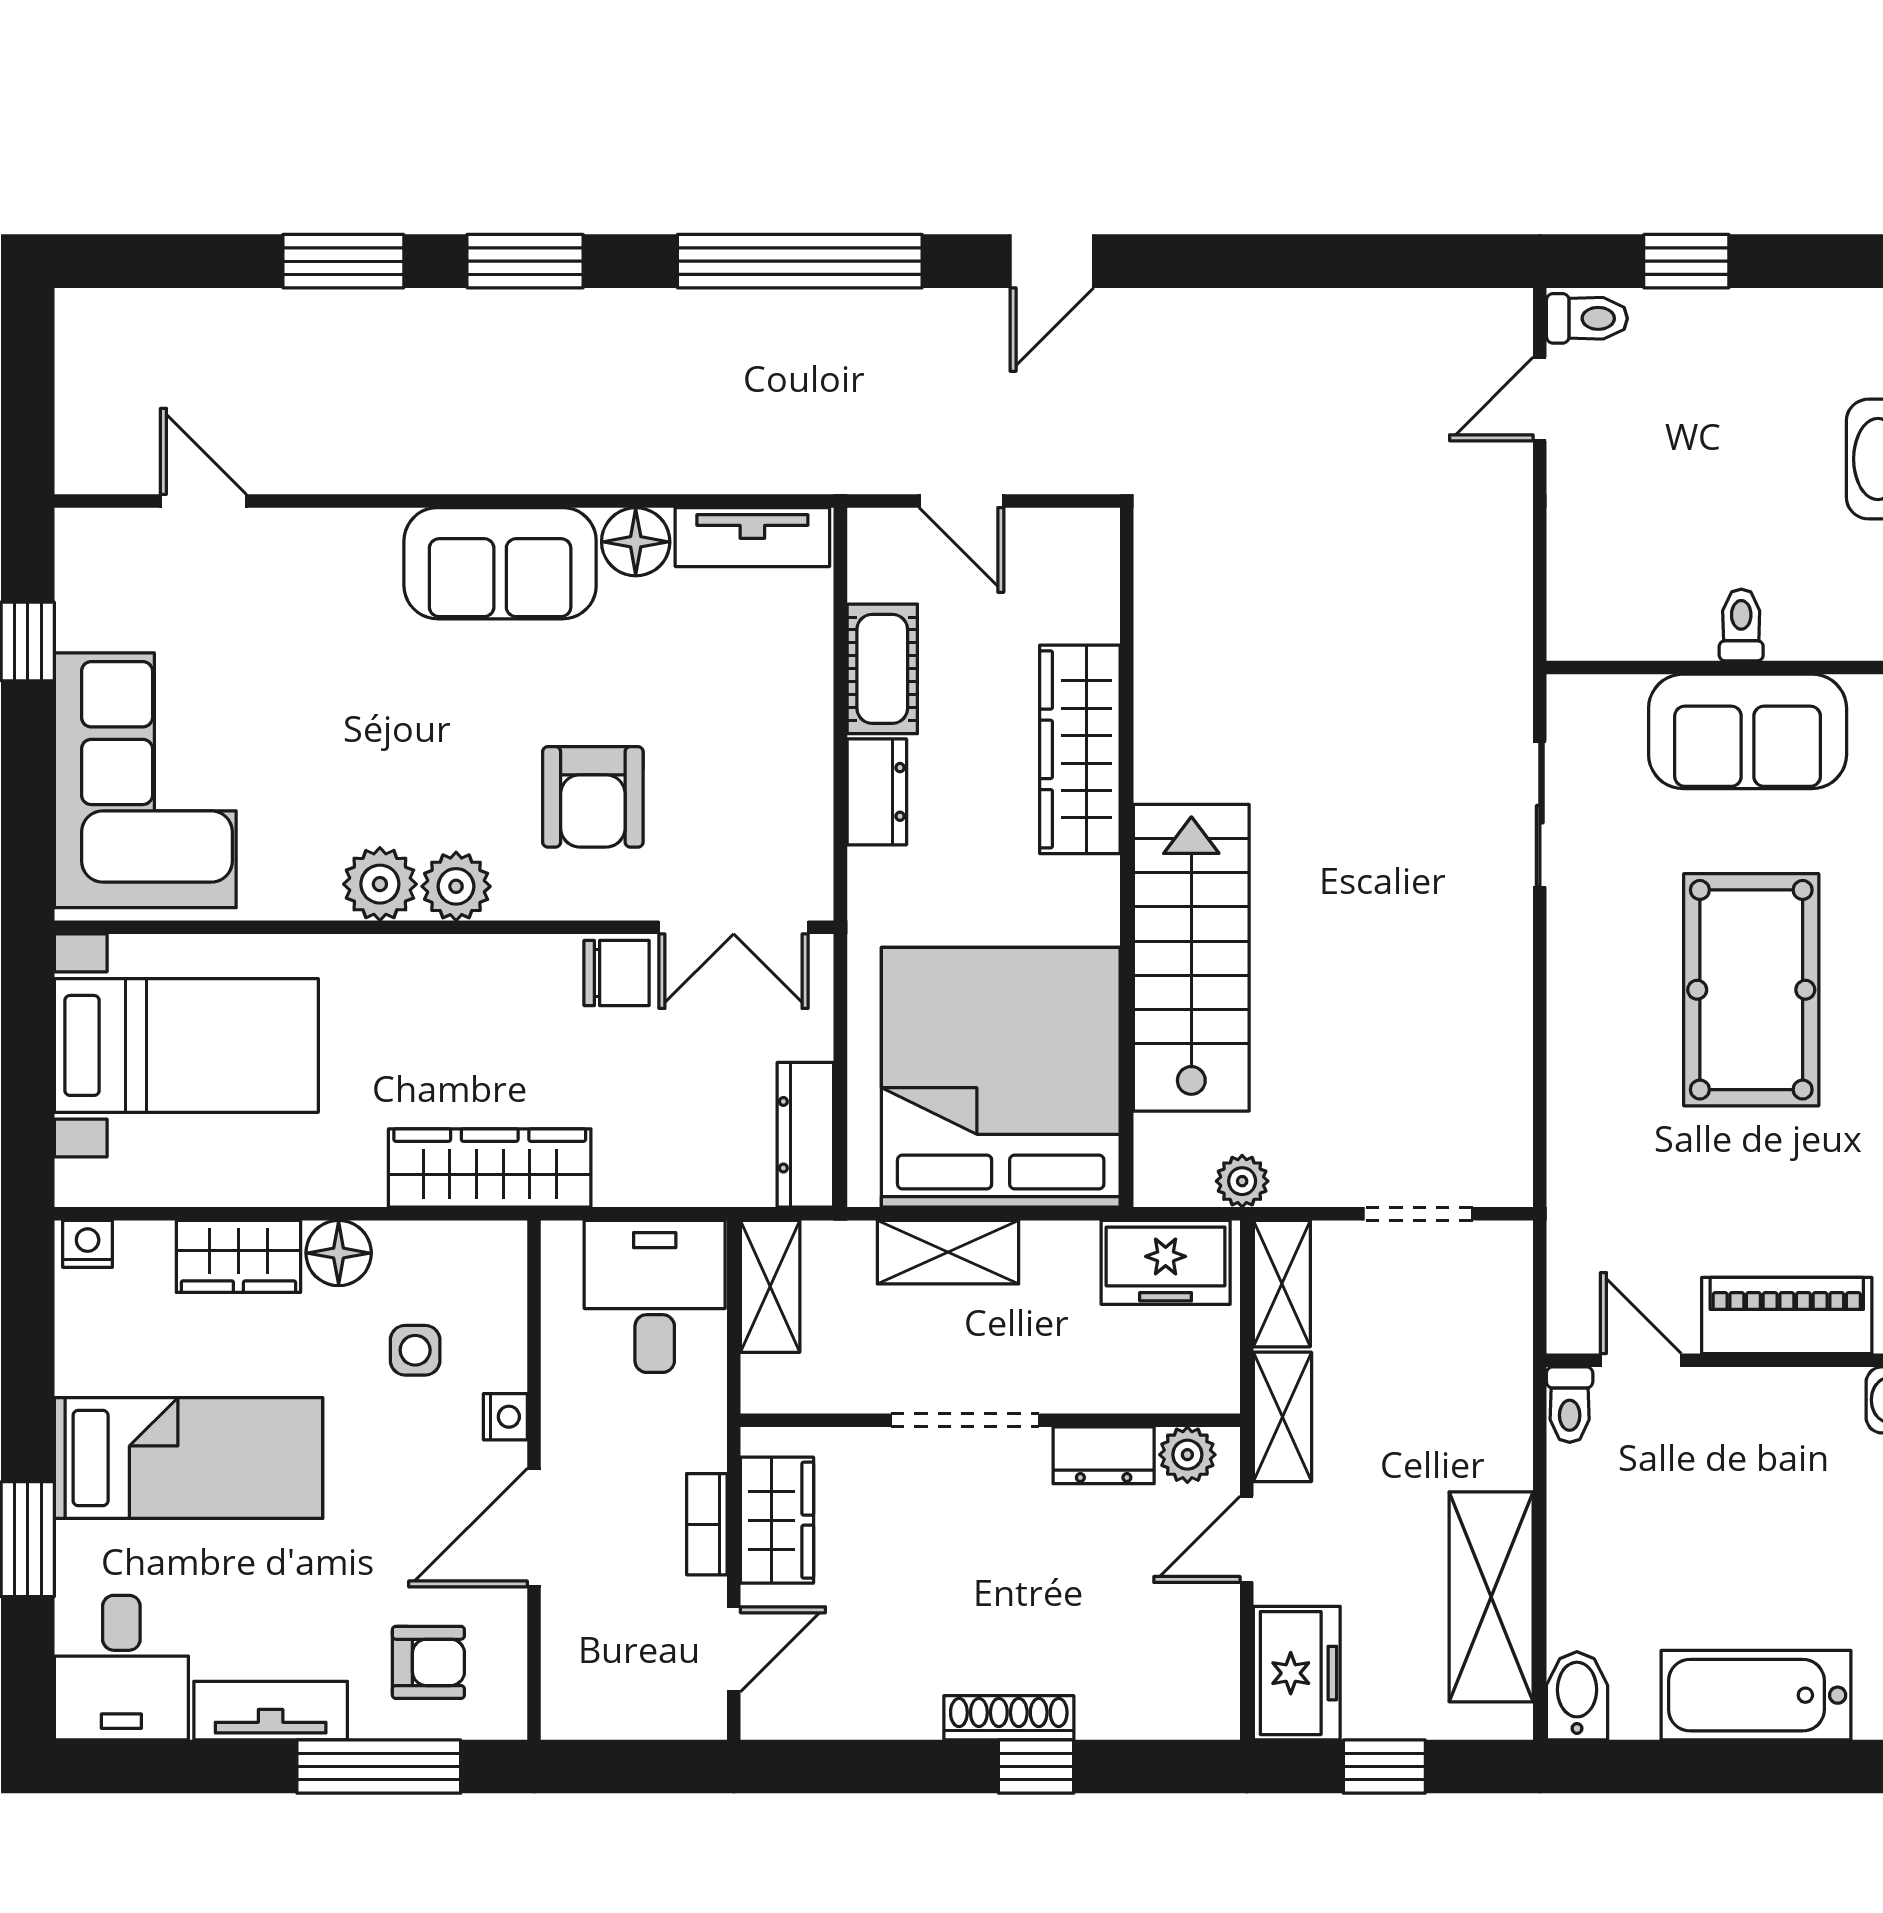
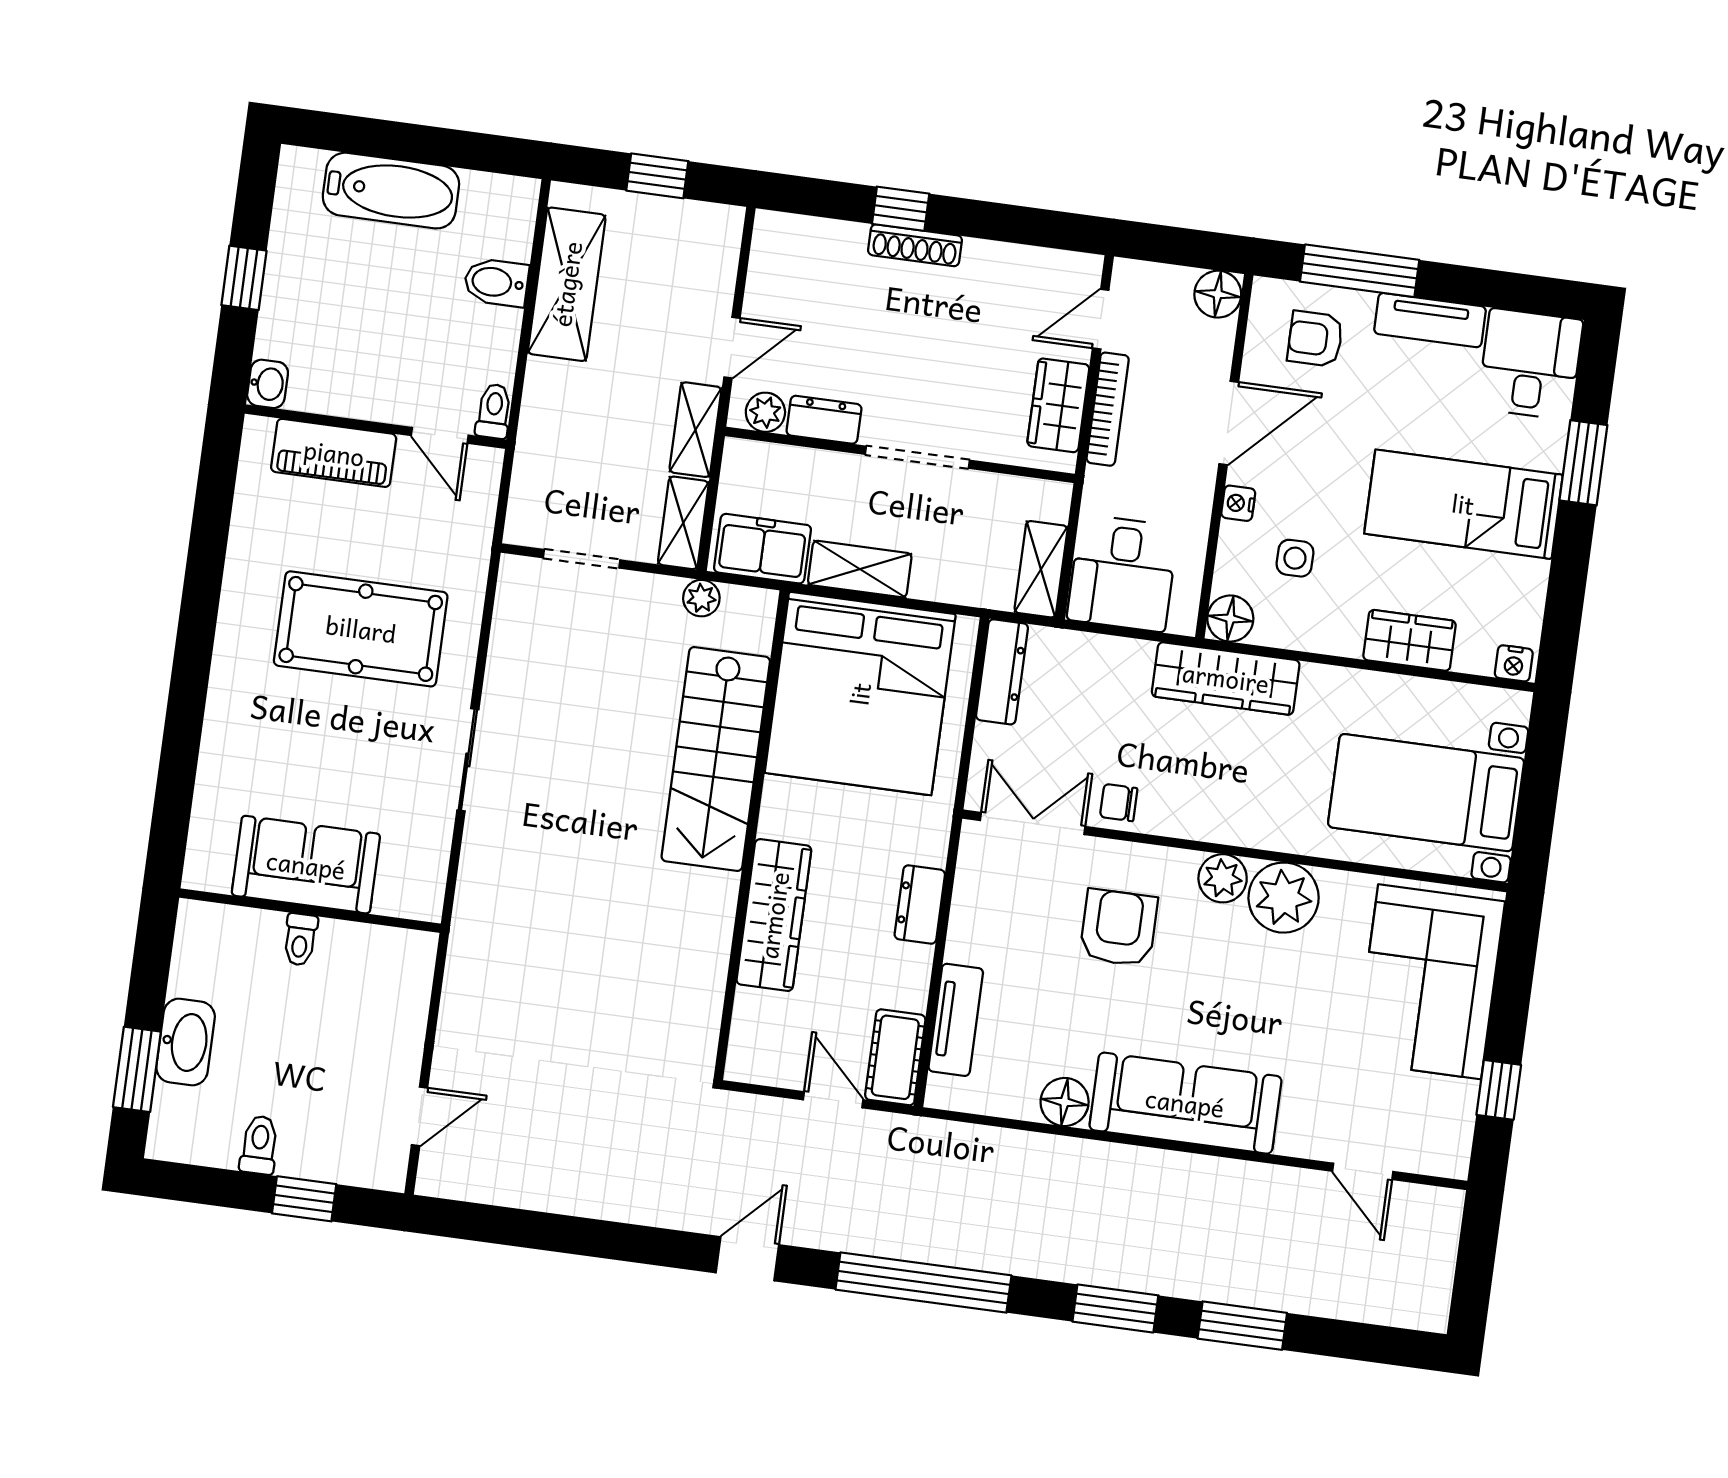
toilet: (1587, 318) -> (259, 1145), moved, turned 90
tv unit: (752, 537) -> (956, 1020), moved, turned 90
sofa: (500, 563) -> (1185, 1103), width x1.36
cot: (882, 669) -> (895, 1057), moved
sliding door: (1540, 814) -> (468, 760), moved
plant: (380, 884) -> (1284, 898), width x1.36, depth x1.36
chair: (617, 973) -> (1119, 803), width x0.73, depth x0.73
pool table: (1751, 990) -> (361, 629), moved, turned 90
shelving: (948, 1252) -> (860, 569), moved
floor lamp: (339, 1253) -> (1230, 619), moved
bookcase: (707, 1524) -> (1108, 409), width x1.56
freezer: (1297, 1673) -> (710, 249), removed
bidet: (1577, 1696) -> (496, 282), moved, turned 90
floor lamp: (574, 1707) -> (1218, 294), added

